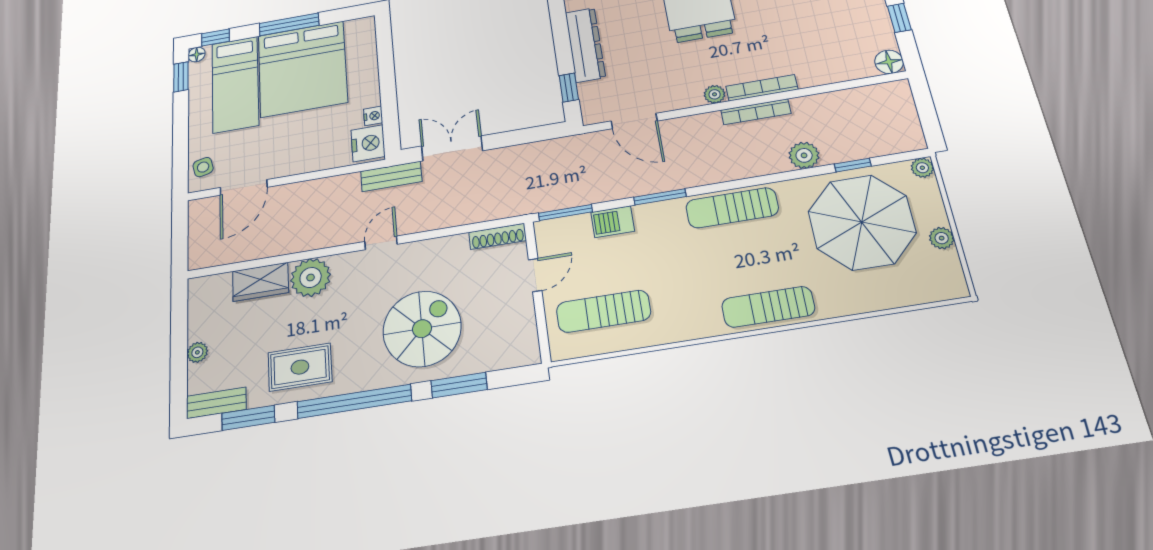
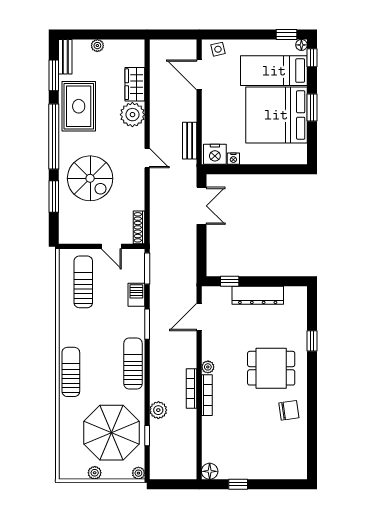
window: (289, 24) -> (312, 107), width x0.69
bench: (391, 176) -> (190, 141), moved
rug: (300, 367) -> (79, 106), width x1.36, depth x1.43

